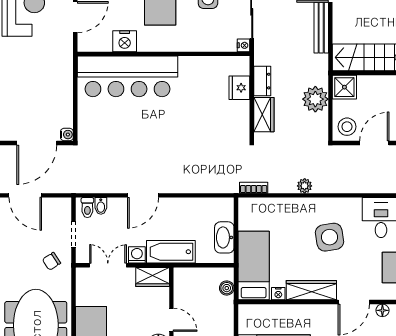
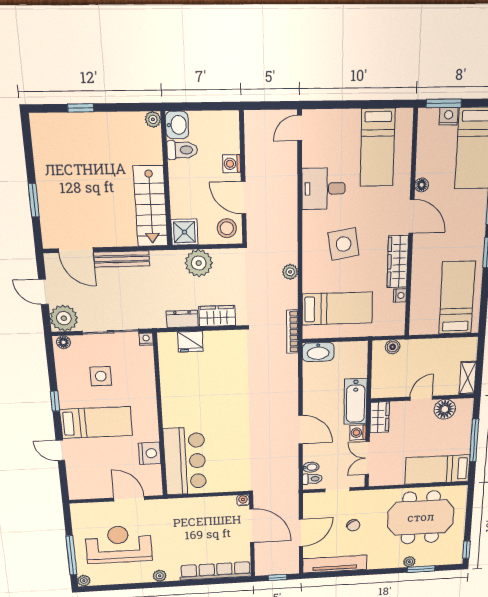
bar counter: (127, 76) -> (185, 461), width x0.73
bookcase: (254, 188) -> (292, 332), width x1.56
washbasin: (224, 237) -> (318, 352), moved
chair: (51, 261) -> (353, 525), moved
bed: (254, 265) -> (337, 309), moved, turned 180

